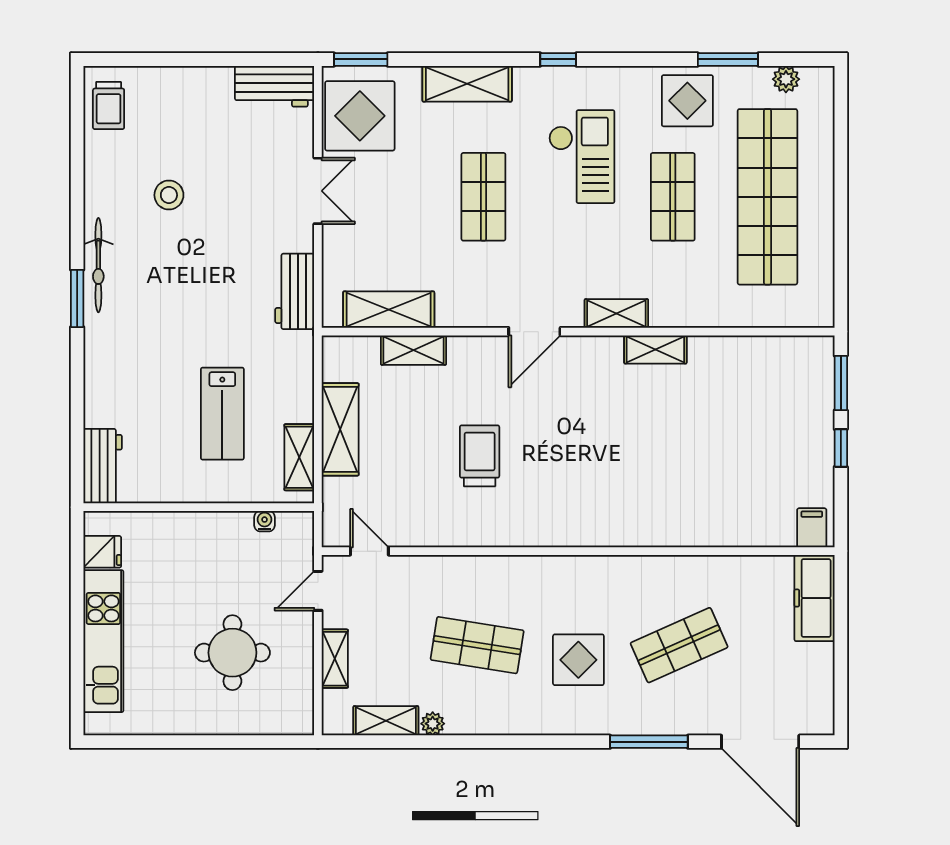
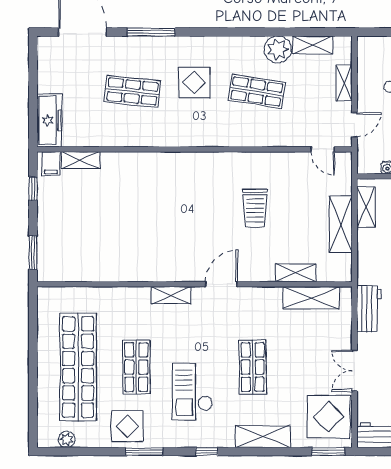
window: (728, 59) -> (144, 451), moved
shelving: (655, 349) -> (81, 160), moved
window: (841, 448) -> (33, 189), moved
shop shelf: (679, 645) -> (132, 91), turned 30
plant: (433, 724) -> (278, 49), width x1.87, depth x1.87

